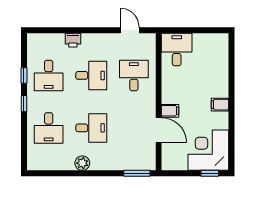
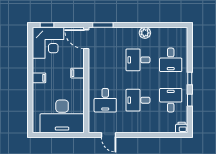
printer: (73, 40) -> (182, 127), moved
desk: (177, 50) -> (62, 116), width x1.87, depth x1.30
desk: (49, 128) -> (171, 60), turned 180
door: (159, 130) -> (86, 39), moved

